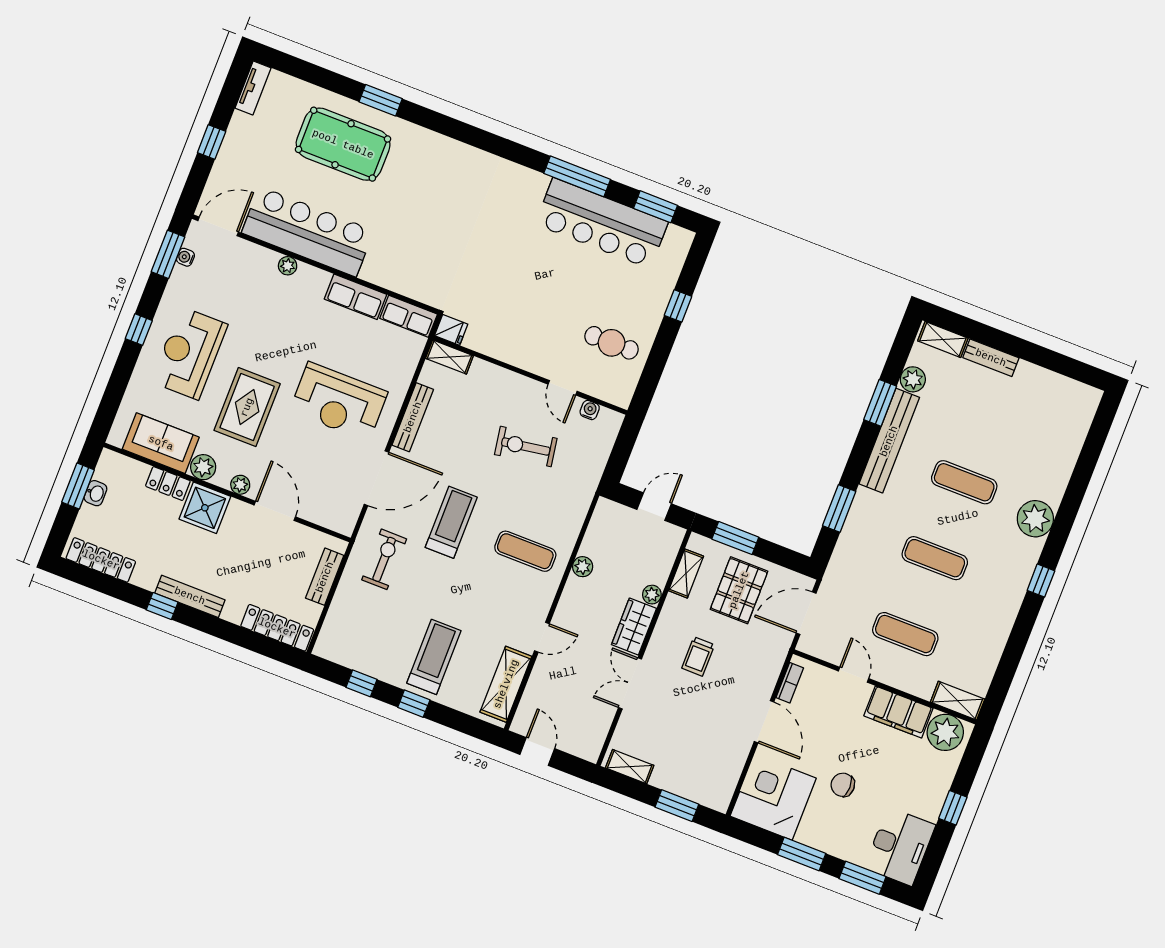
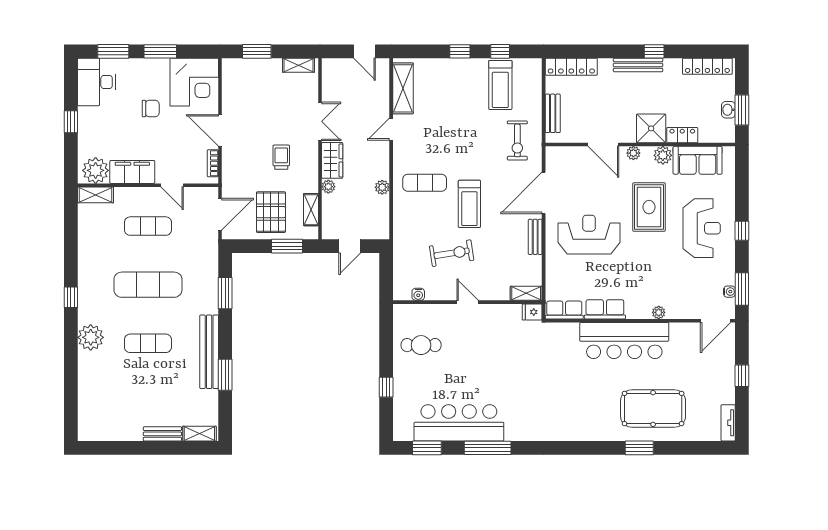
bar counter: (308, 232) -> (624, 341), moved
plant: (913, 379) -> (209, 399), removed
door: (563, 388) -> (468, 302), moved
bench: (413, 417) -> (535, 237), width x0.73
treadmill: (451, 522) -> (469, 204), moved
exercise mat: (935, 558) -> (148, 285), width x1.36, depth x1.45
treadmill: (434, 657) -> (500, 85), moved

